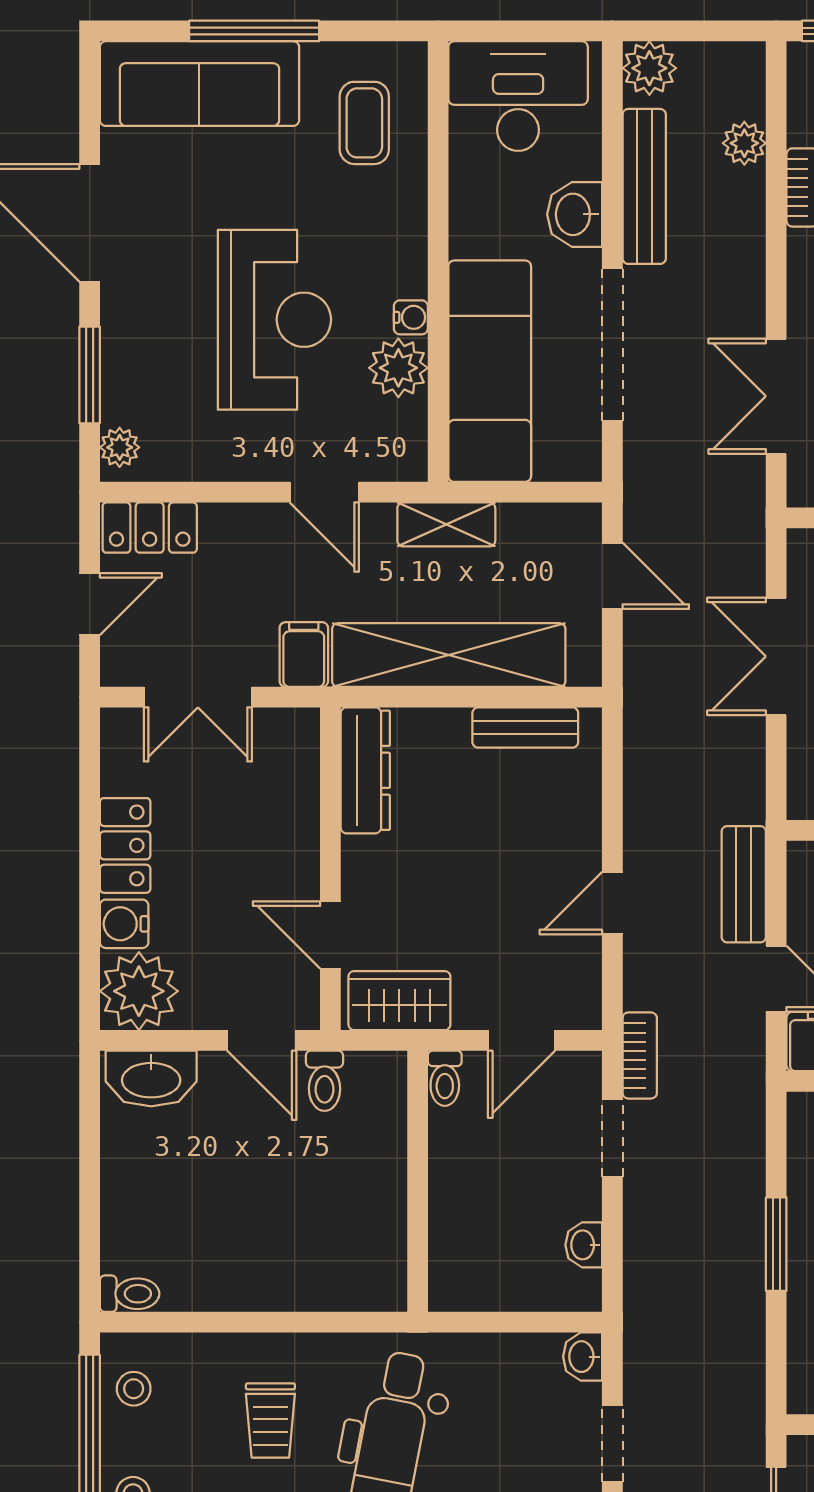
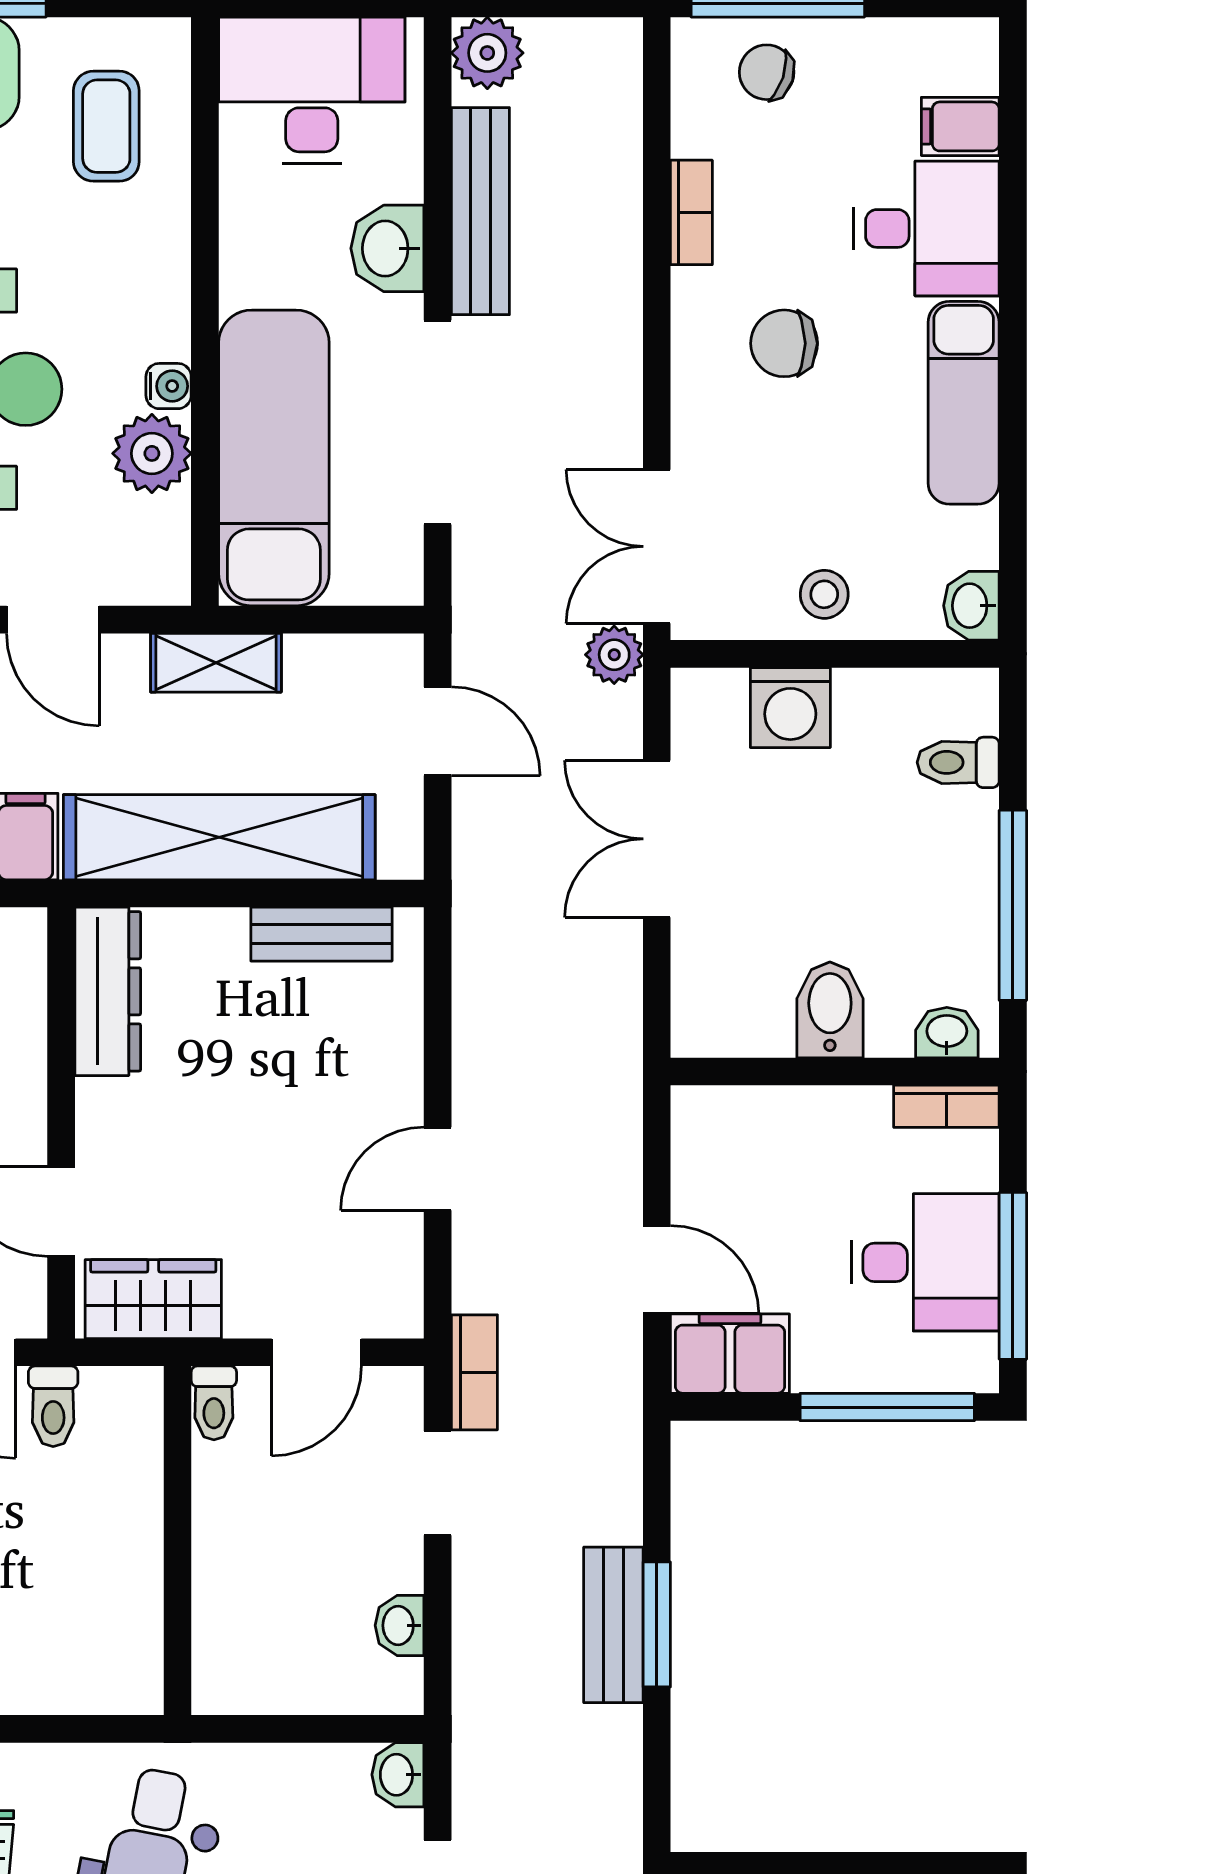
plant: (744, 143) -> (614, 655), moved
double door: (776, 396) -> (657, 546), moved
bench: (744, 884) -> (613, 1625), moved

